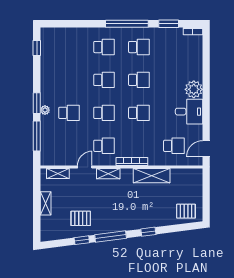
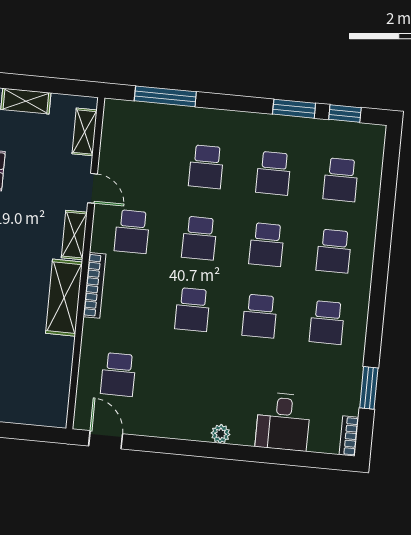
window: (127, 24) -> (377, 302), removed
school desk: (69, 47) -> (341, 180), added
school desk: (69, 80) -> (273, 173), added
plant: (194, 89) -> (221, 434), width x0.53, depth x0.53
window: (37, 103) -> (294, 109), moved
plant: (45, 110) -> (217, 118), removed
desk: (189, 112) -> (283, 422), moved
shelving: (152, 176) -> (64, 298), moved

